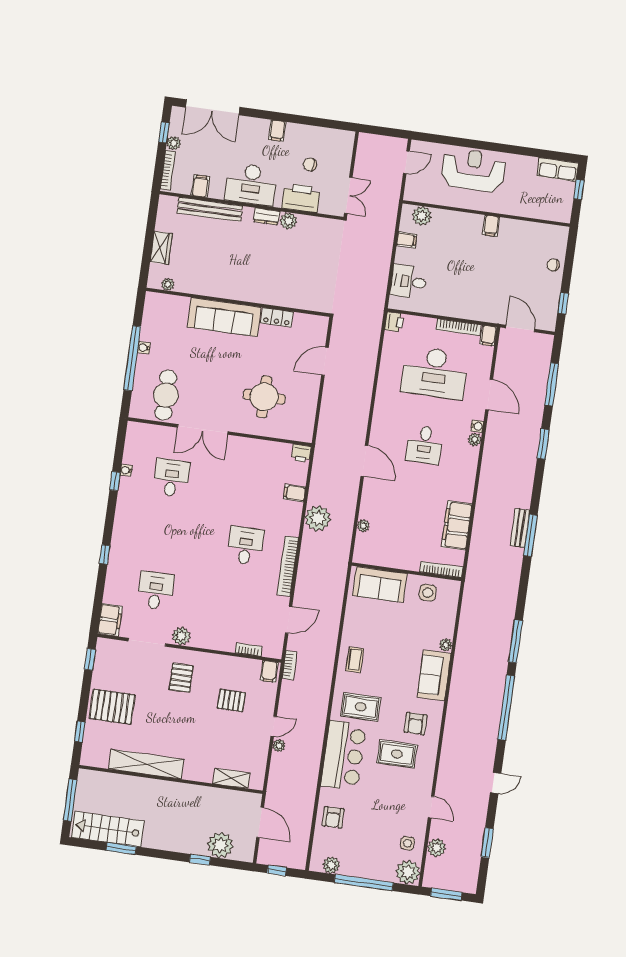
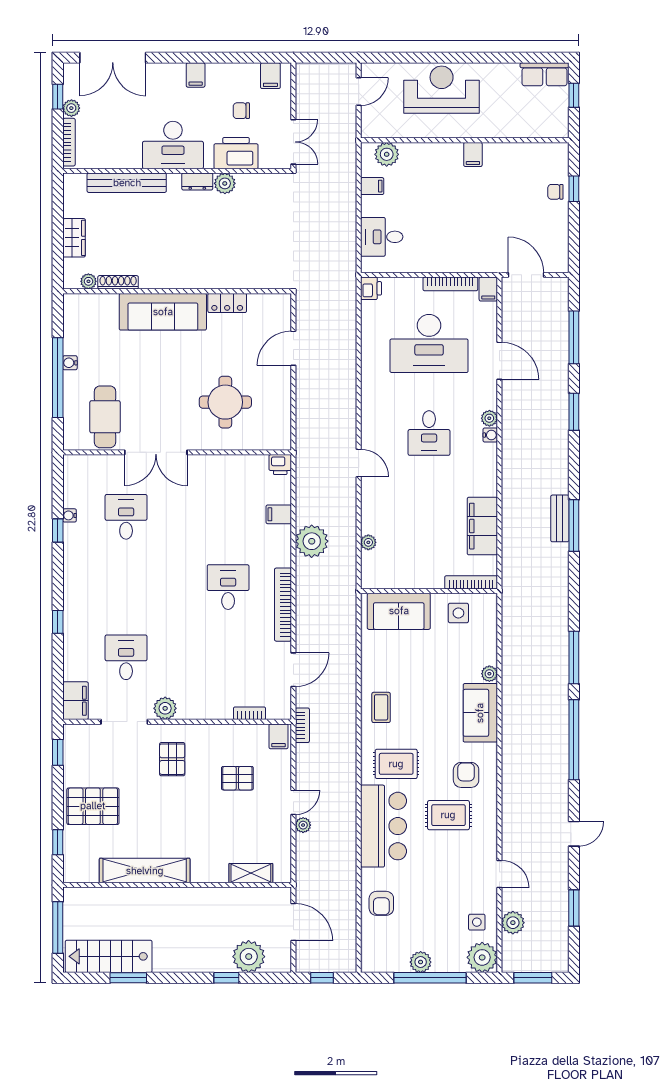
filing cabinet: (200, 186) -> (270, 76), moved, turned 180
shoe rack: (192, 288) -> (118, 282), added
window: (563, 303) -> (574, 189), moved
water cooler: (477, 426) -> (490, 435), moved
door: (364, 461) -> (359, 463), width x0.73
armchair: (416, 724) -> (466, 775), turned 180
plant: (331, 865) -> (421, 962), moved

